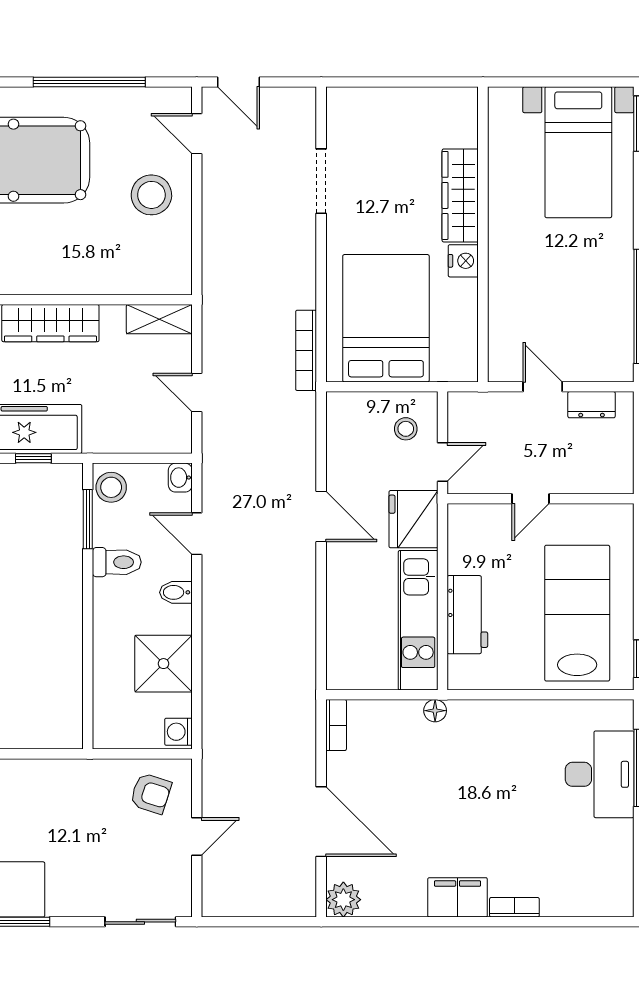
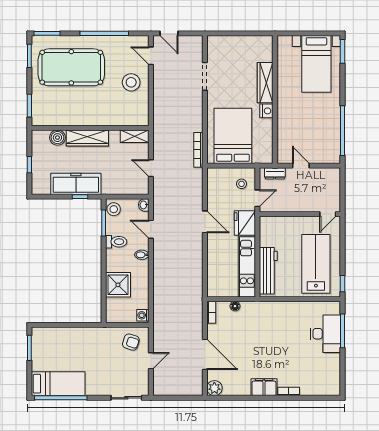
dresser: (592, 405) -> (275, 173), moved
door: (530, 499) -> (328, 214), moved
workbench: (467, 615) -> (268, 271), width x1.38
shower: (163, 664) -> (118, 285), moved
floor lamp: (435, 711) -> (235, 306), moved

